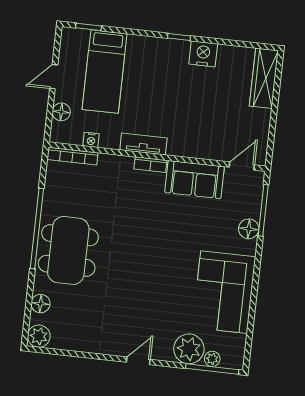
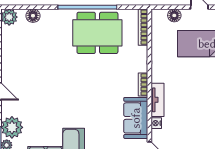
nightstand: (91, 140) -> (156, 123), moved
tv unit: (143, 144) -> (158, 100), moved
dining table: (68, 250) -> (97, 33), moved

